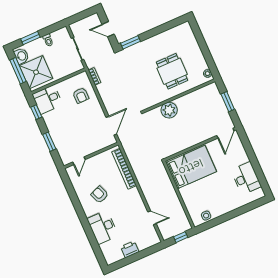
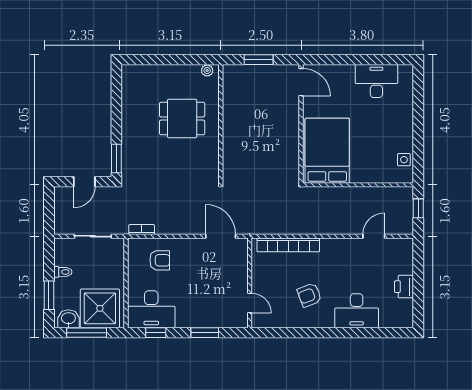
desk: (47, 99) -> (151, 309), width x1.37
plant: (169, 110) -> (234, 146), removed

